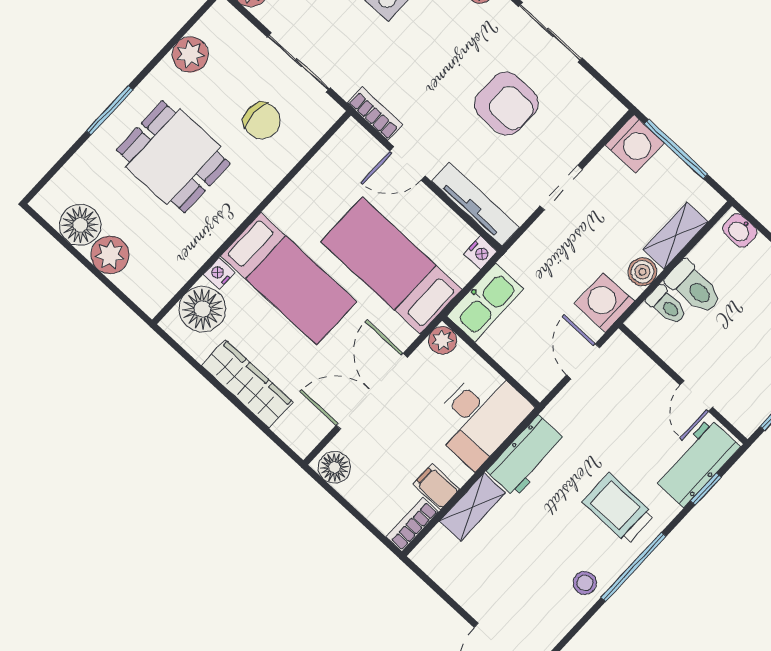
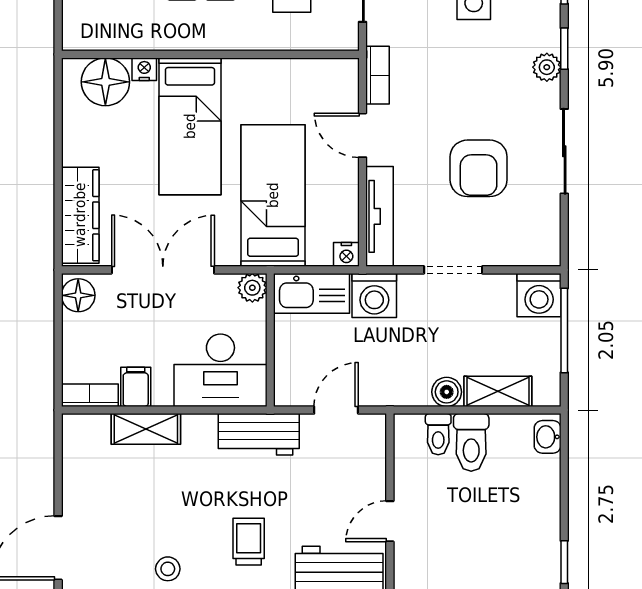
washing machine: (604, 302) -> (374, 295), moved, turned 180
wardrobe: (247, 384) -> (80, 215), moved
workbench: (527, 456) -> (259, 434), moved
trolley: (618, 508) -> (249, 542), width x0.73, depth x0.72

